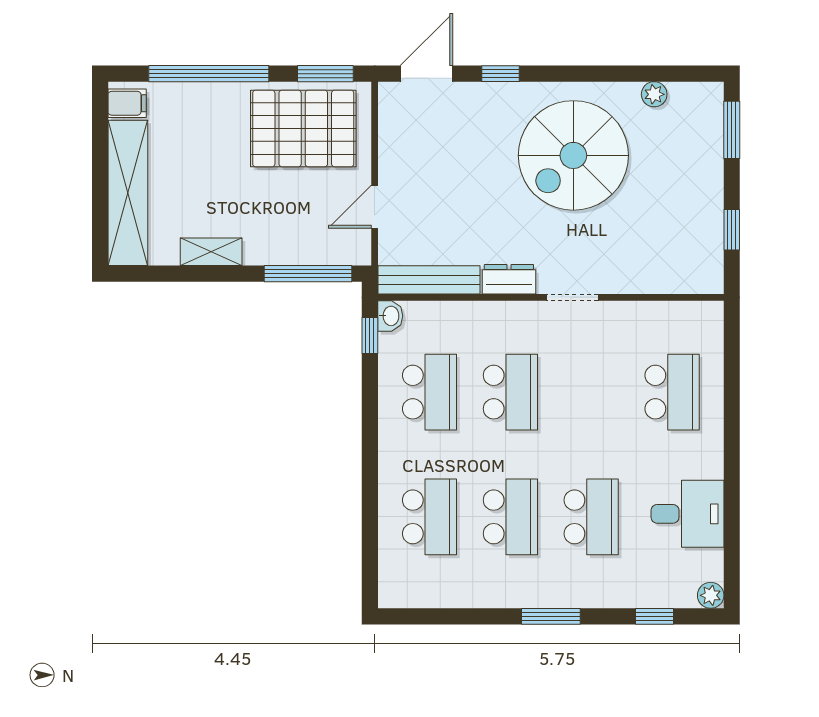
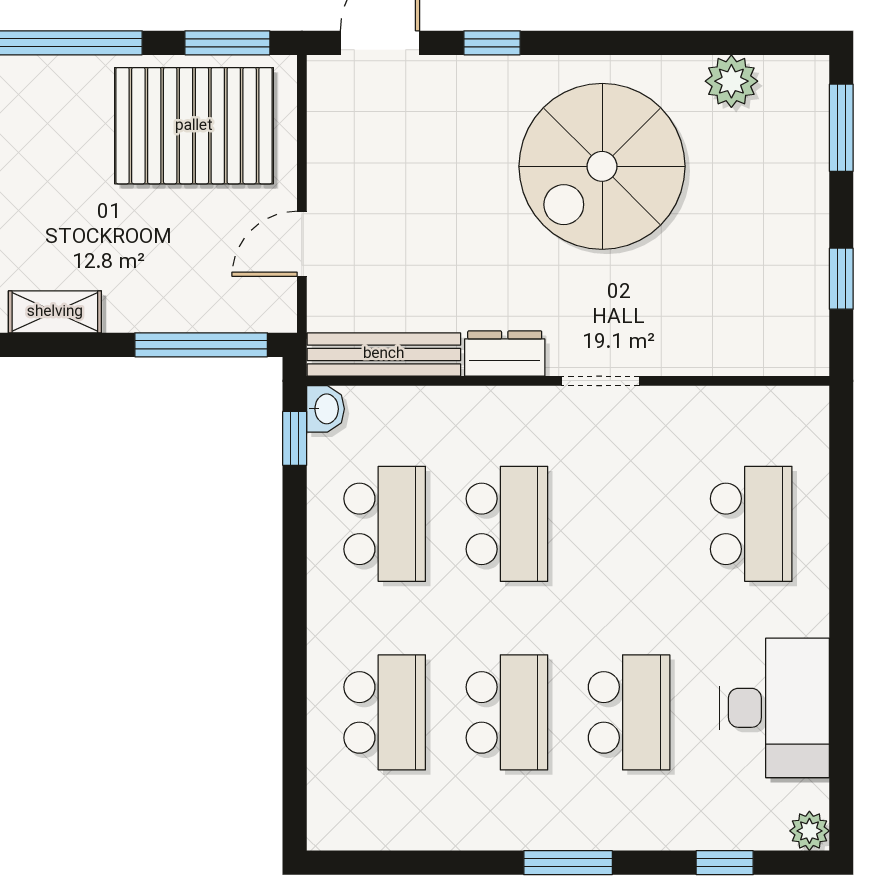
plant: (654, 94) -> (731, 81), width x1.38, depth x1.38
desk: (687, 514) -> (774, 708), width x1.37

